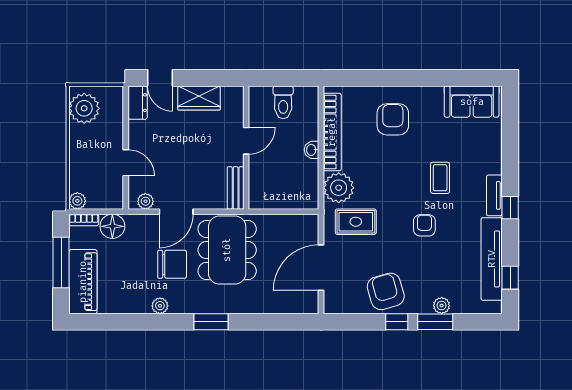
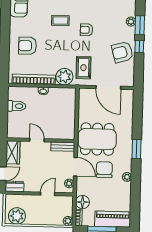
door: (246, 141) -> (37, 140), moved
wall: (246, 148) -> (41, 140), moved
bench: (236, 188) -> (63, 147), moved

